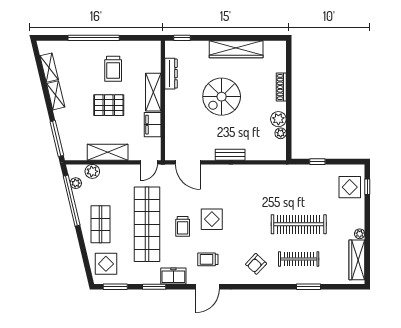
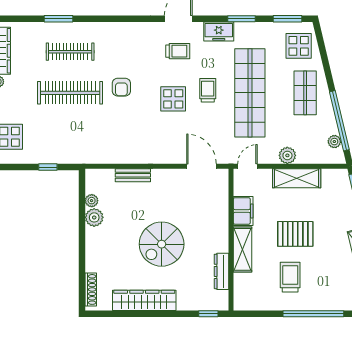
shoe rack: (281, 87) -> (91, 289), moved
spiral stairs: (222, 97) -> (162, 244), turned 180
bench: (230, 155) -> (133, 175), moved
plant: (92, 171) -> (287, 155), moved
armchair: (256, 264) -> (121, 87), moved, turned 137

